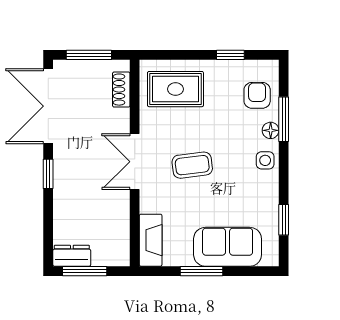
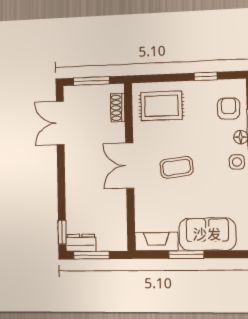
double door: (48, 106) -> (60, 123), width x0.73
window: (48, 174) -> (62, 232), moved
fireplace: (151, 240) -> (156, 242), moved, turned -90

